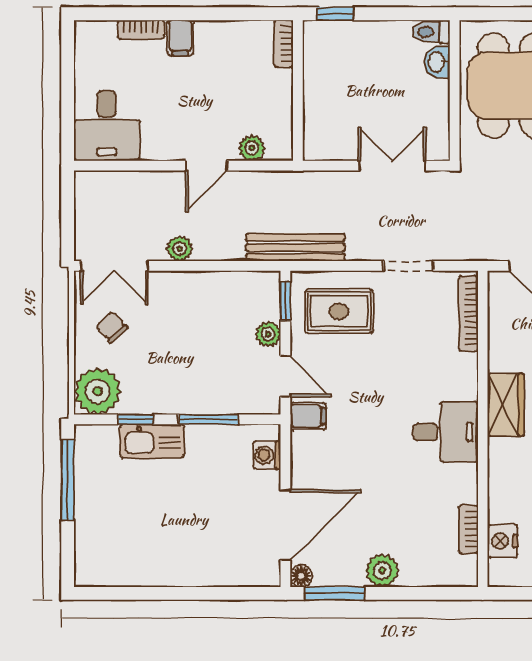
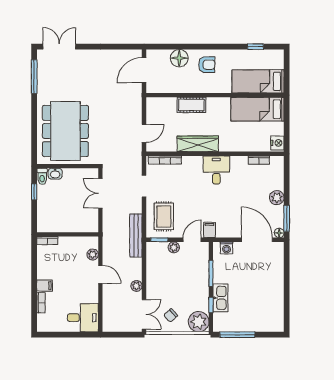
window: (335, 14) -> (34, 192), moved
wardrobe: (506, 405) -> (198, 144), width x1.50
nightstand: (502, 541) -> (277, 143), moved, turned -90

